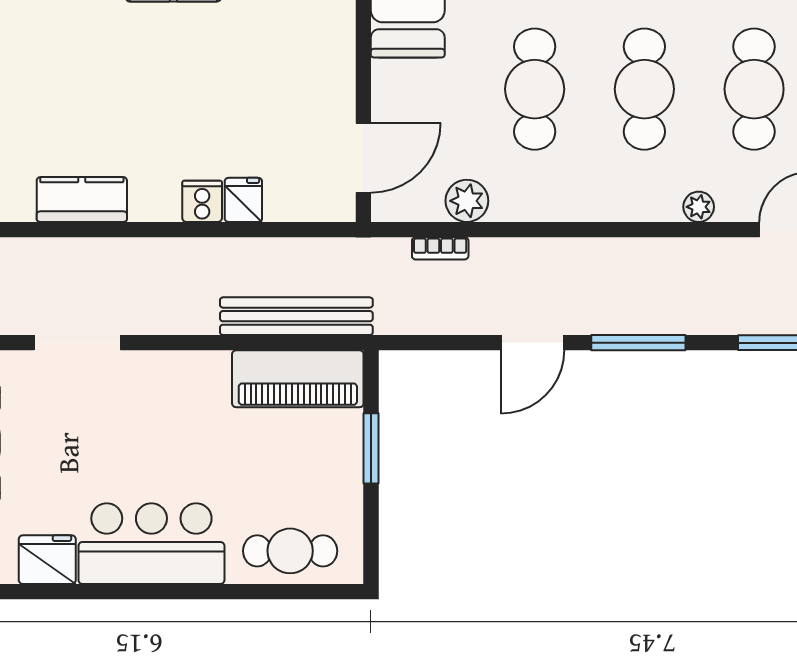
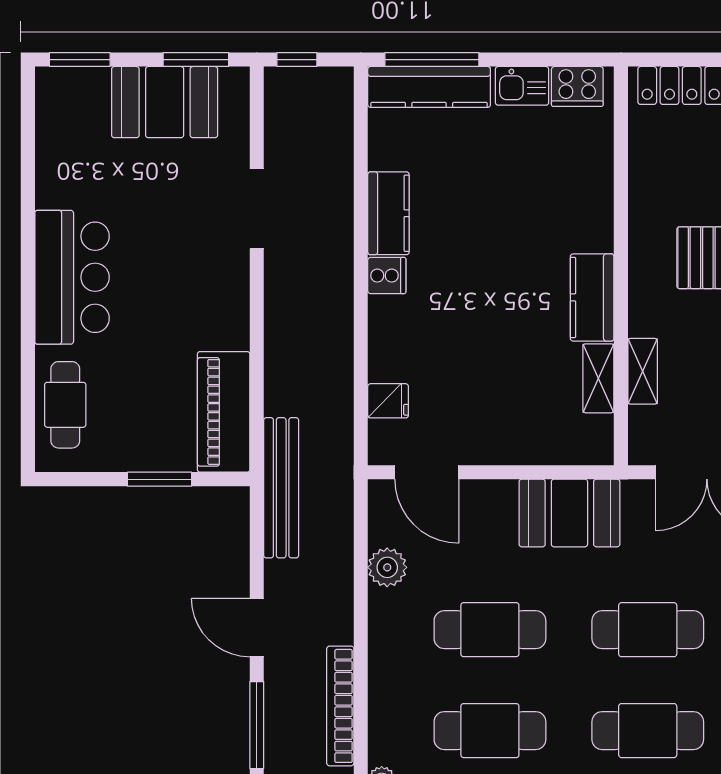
fridge: (243, 200) -> (388, 401), moved
cooker: (202, 201) -> (387, 276), moved
bookcase: (440, 248) -> (340, 706), moved, width x2.31, depth x1.31
bench: (296, 316) -> (281, 488), moved
fridge: (47, 560) -> (57, 181), removed

